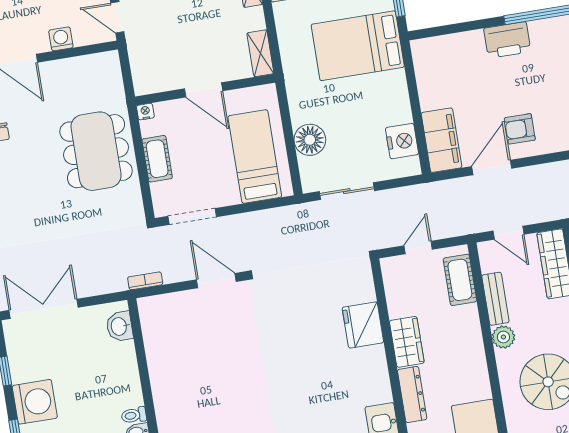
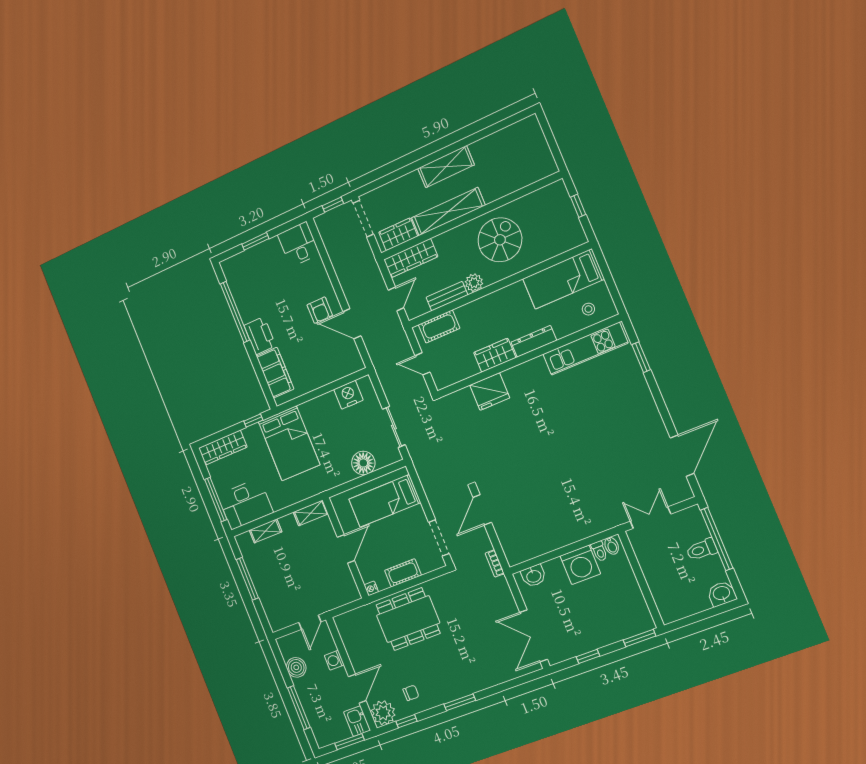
filing cabinet: (442, 140) -> (275, 373), moved, turned 90
washing machine: (35, 402) -> (580, 565), moved, turned 180

